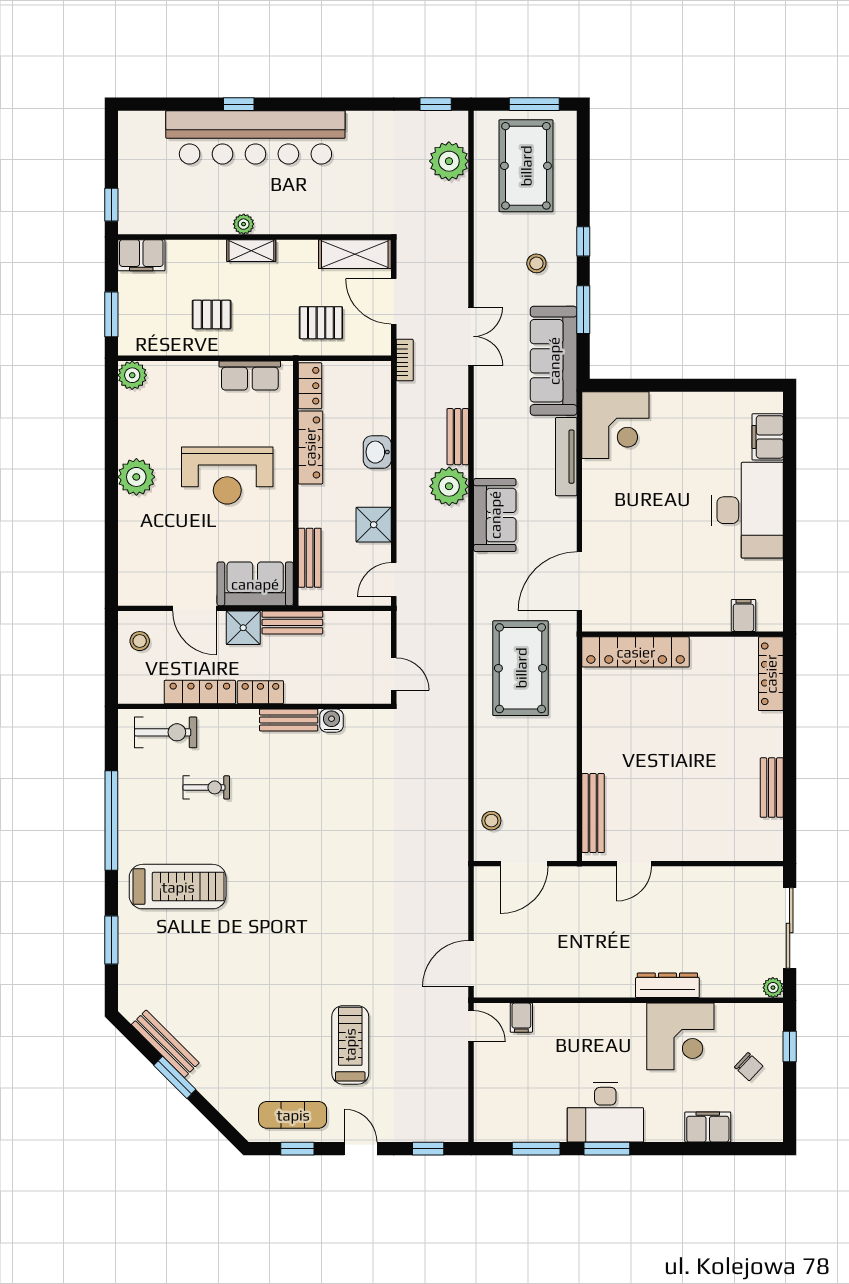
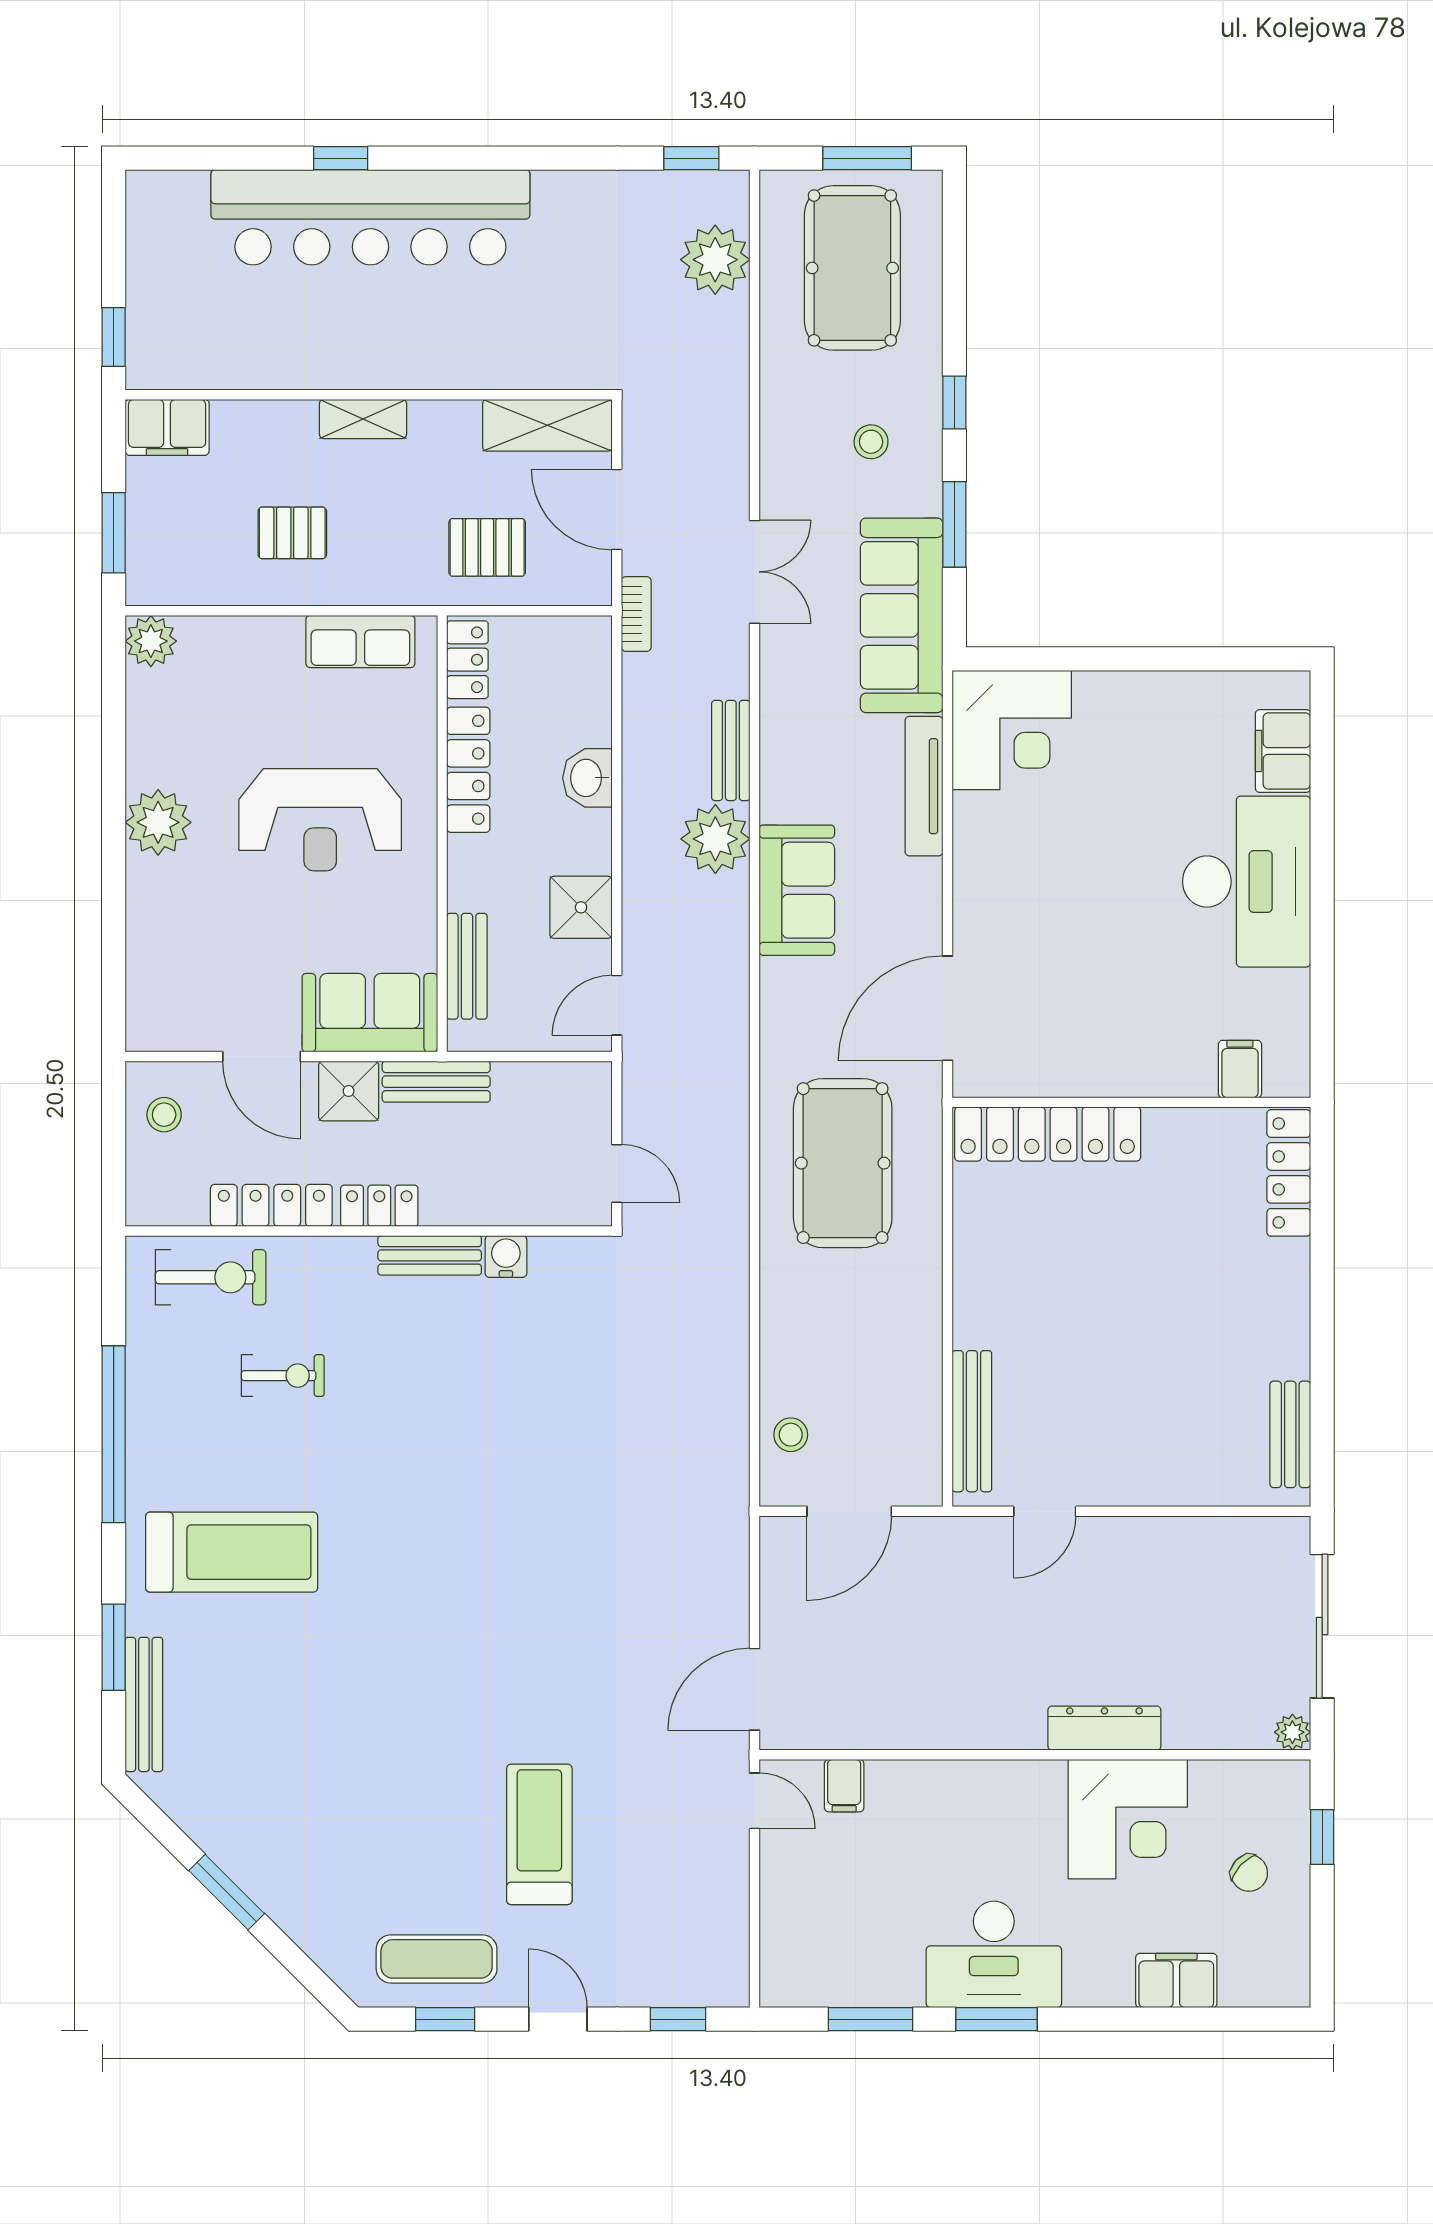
plant: (244, 224) -> (349, 372), removed
bench: (772, 788) -> (1290, 1434), moved
bench: (165, 1044) -> (144, 1704), moved, turned 45

